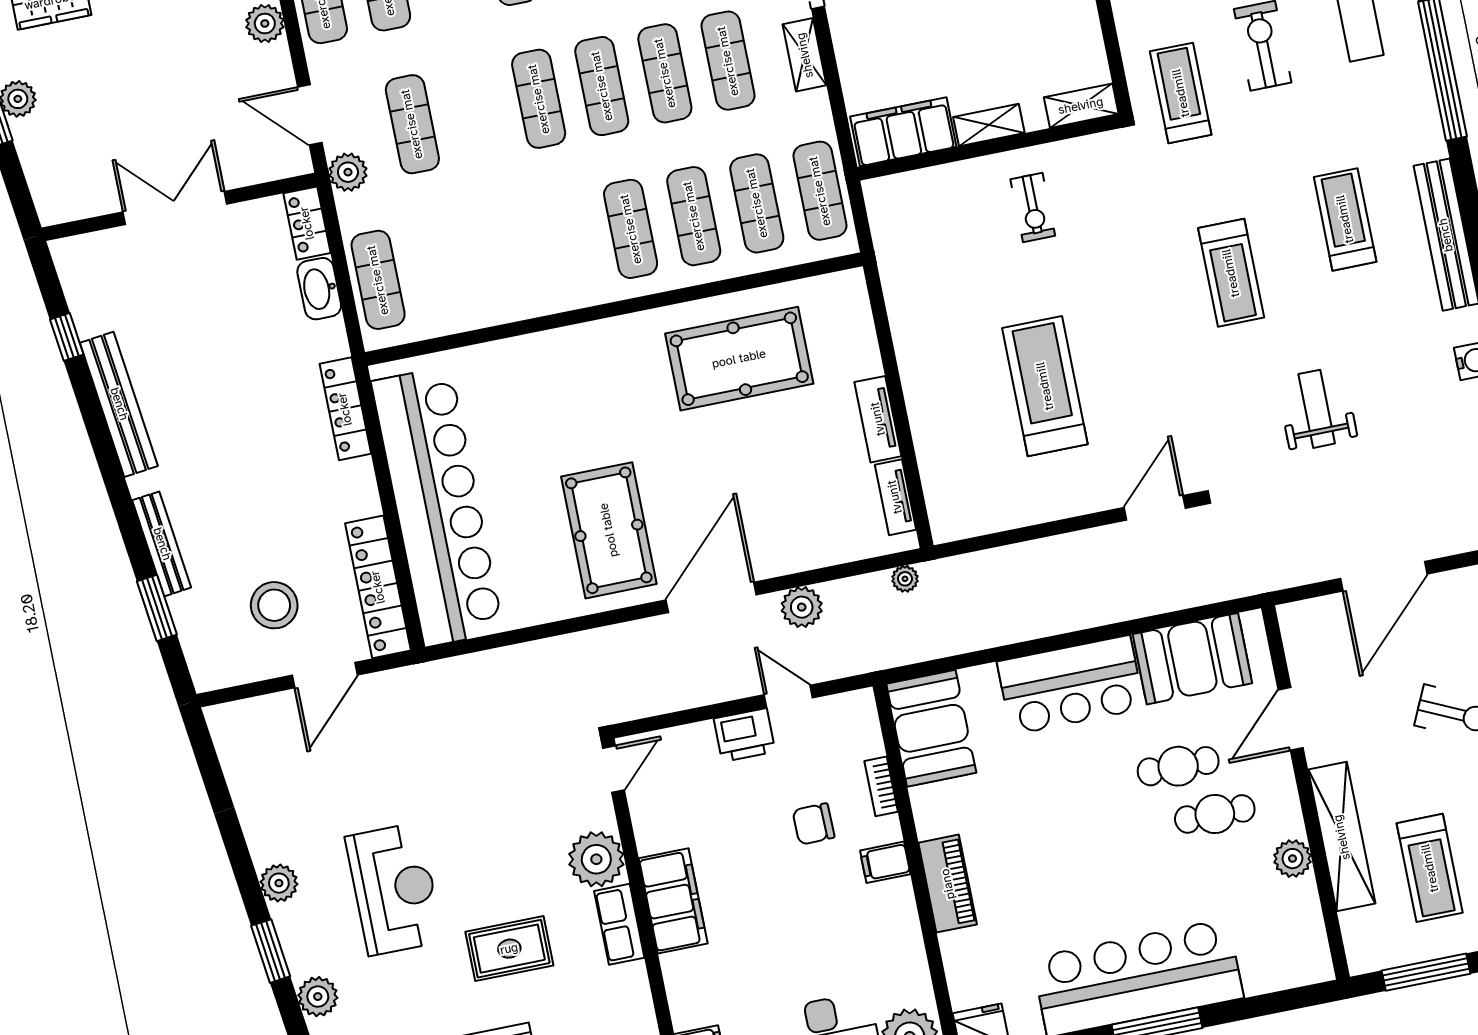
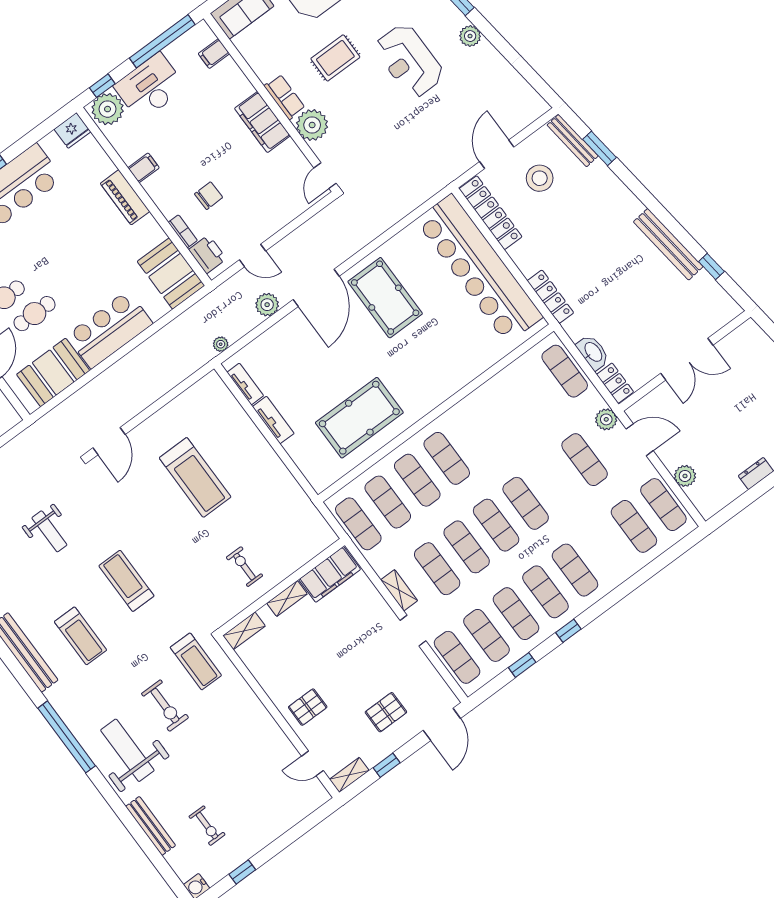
bench: (162, 544) -> (573, 141), moved
printer: (745, 735) -> (208, 254), moved, turned 90
filing cabinet: (885, 862) -> (144, 168), moved

